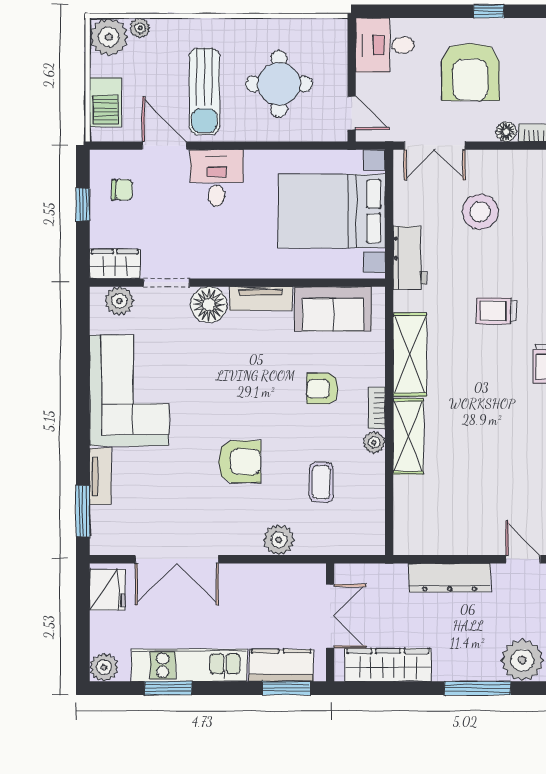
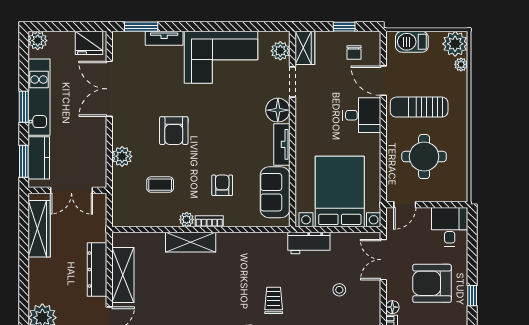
door: (164, 146) -> (383, 81), swing flipped
stool: (480, 212) -> (339, 290), width x0.53, depth x0.53
shelving: (410, 355) -> (123, 275), moved, turned 90
window: (168, 688) -> (24, 107), moved
window: (478, 688) -> (24, 288), removed

